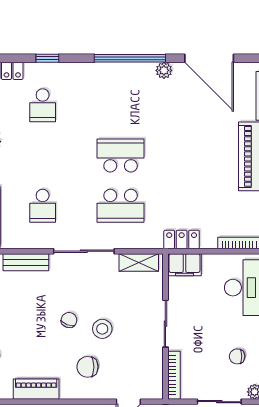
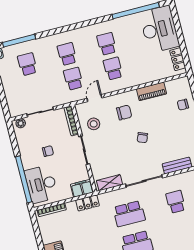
school desk: (121, 206) -> (129, 214), turned 180
stool: (102, 329) -> (94, 124), moved
chair: (237, 356) -> (48, 151), moved

